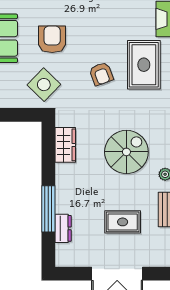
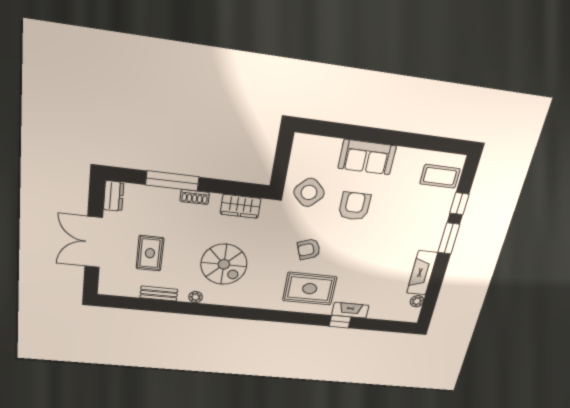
armchair: (52, 39) -> (354, 206), turned -90
shoe rack: (61, 187) -> (195, 197), added
dresser: (63, 228) -> (114, 196), moved, turned -90

